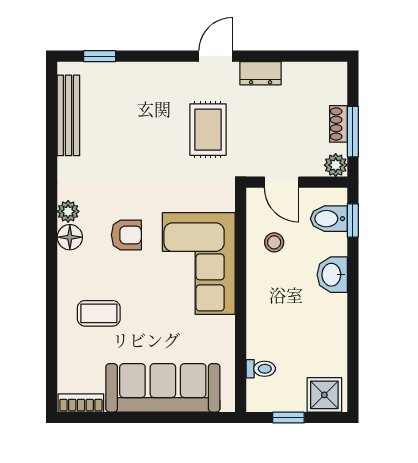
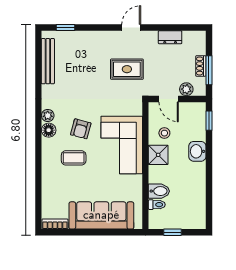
dresser: (261, 73) -> (170, 37), moved
rug: (208, 130) -> (127, 69), turned 90
plant: (336, 165) -> (186, 89), moved
bidet: (329, 219) -> (159, 191), moved, turned 180
armchair: (126, 235) -> (81, 129), turned 105
coffee table: (99, 313) -> (74, 158), moved
shower: (324, 395) -> (158, 155), moved

